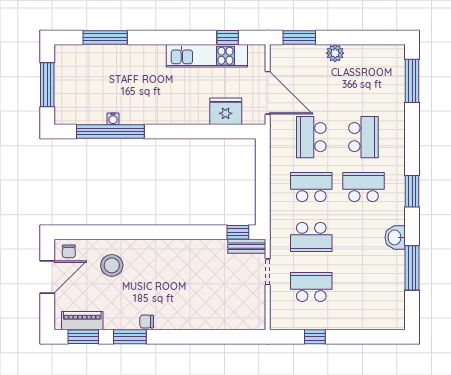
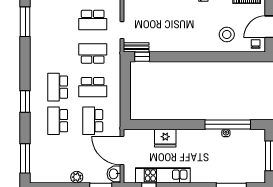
fridge: (226, 111) -> (165, 138), moved
school desk: (311, 137) -> (93, 121), turned 180
school desk: (364, 187) -> (58, 87), turned 90
window: (412, 191) -> (25, 102), moved
washbasin: (395, 237) -> (114, 174), moved, turned 180
window: (412, 268) -> (25, 22), moved

